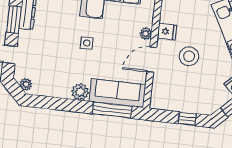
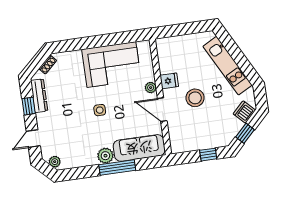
window: (14, 19) -> (29, 106), width x0.67
door: (152, 60) -> (162, 110), hinge flipped
window: (112, 110) -> (117, 167), moved

